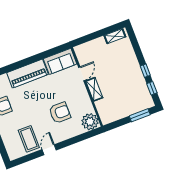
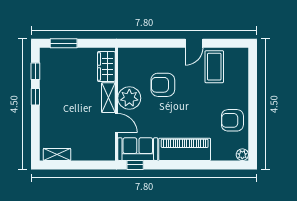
window: (58, 50) -> (135, 165), added
door: (82, 74) -> (116, 123), swing flipped
wardrobe: (104, 110) -> (106, 66), added
plant: (90, 122) -> (129, 98), moved

